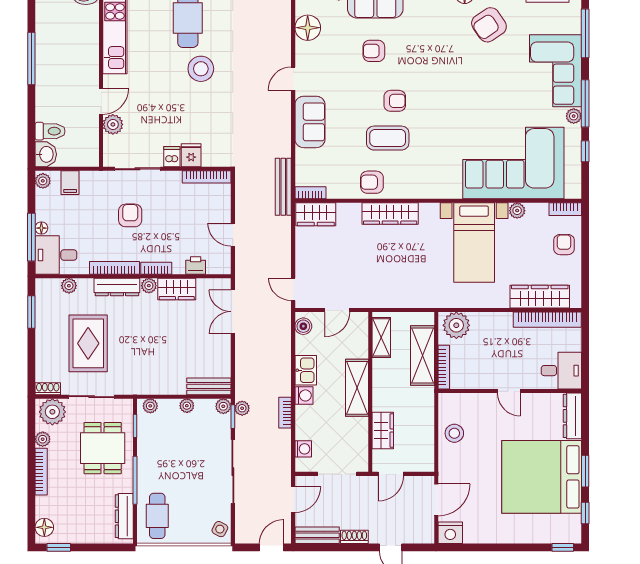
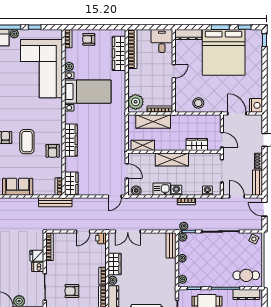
printer: (196, 265) -> (101, 238), moved

